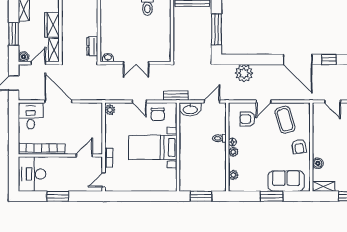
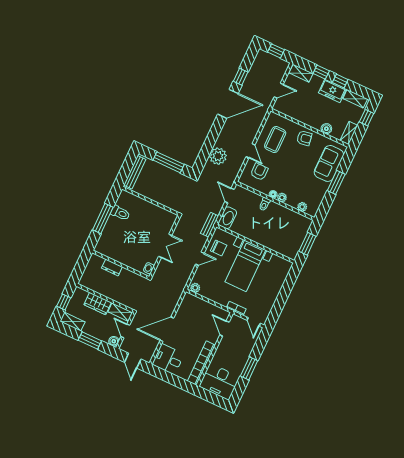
dresser: (92, 46) -> (112, 267), moved
armchair: (248, 119) -> (259, 172), turned 180
coffee table: (285, 120) -> (275, 139), turned -73

